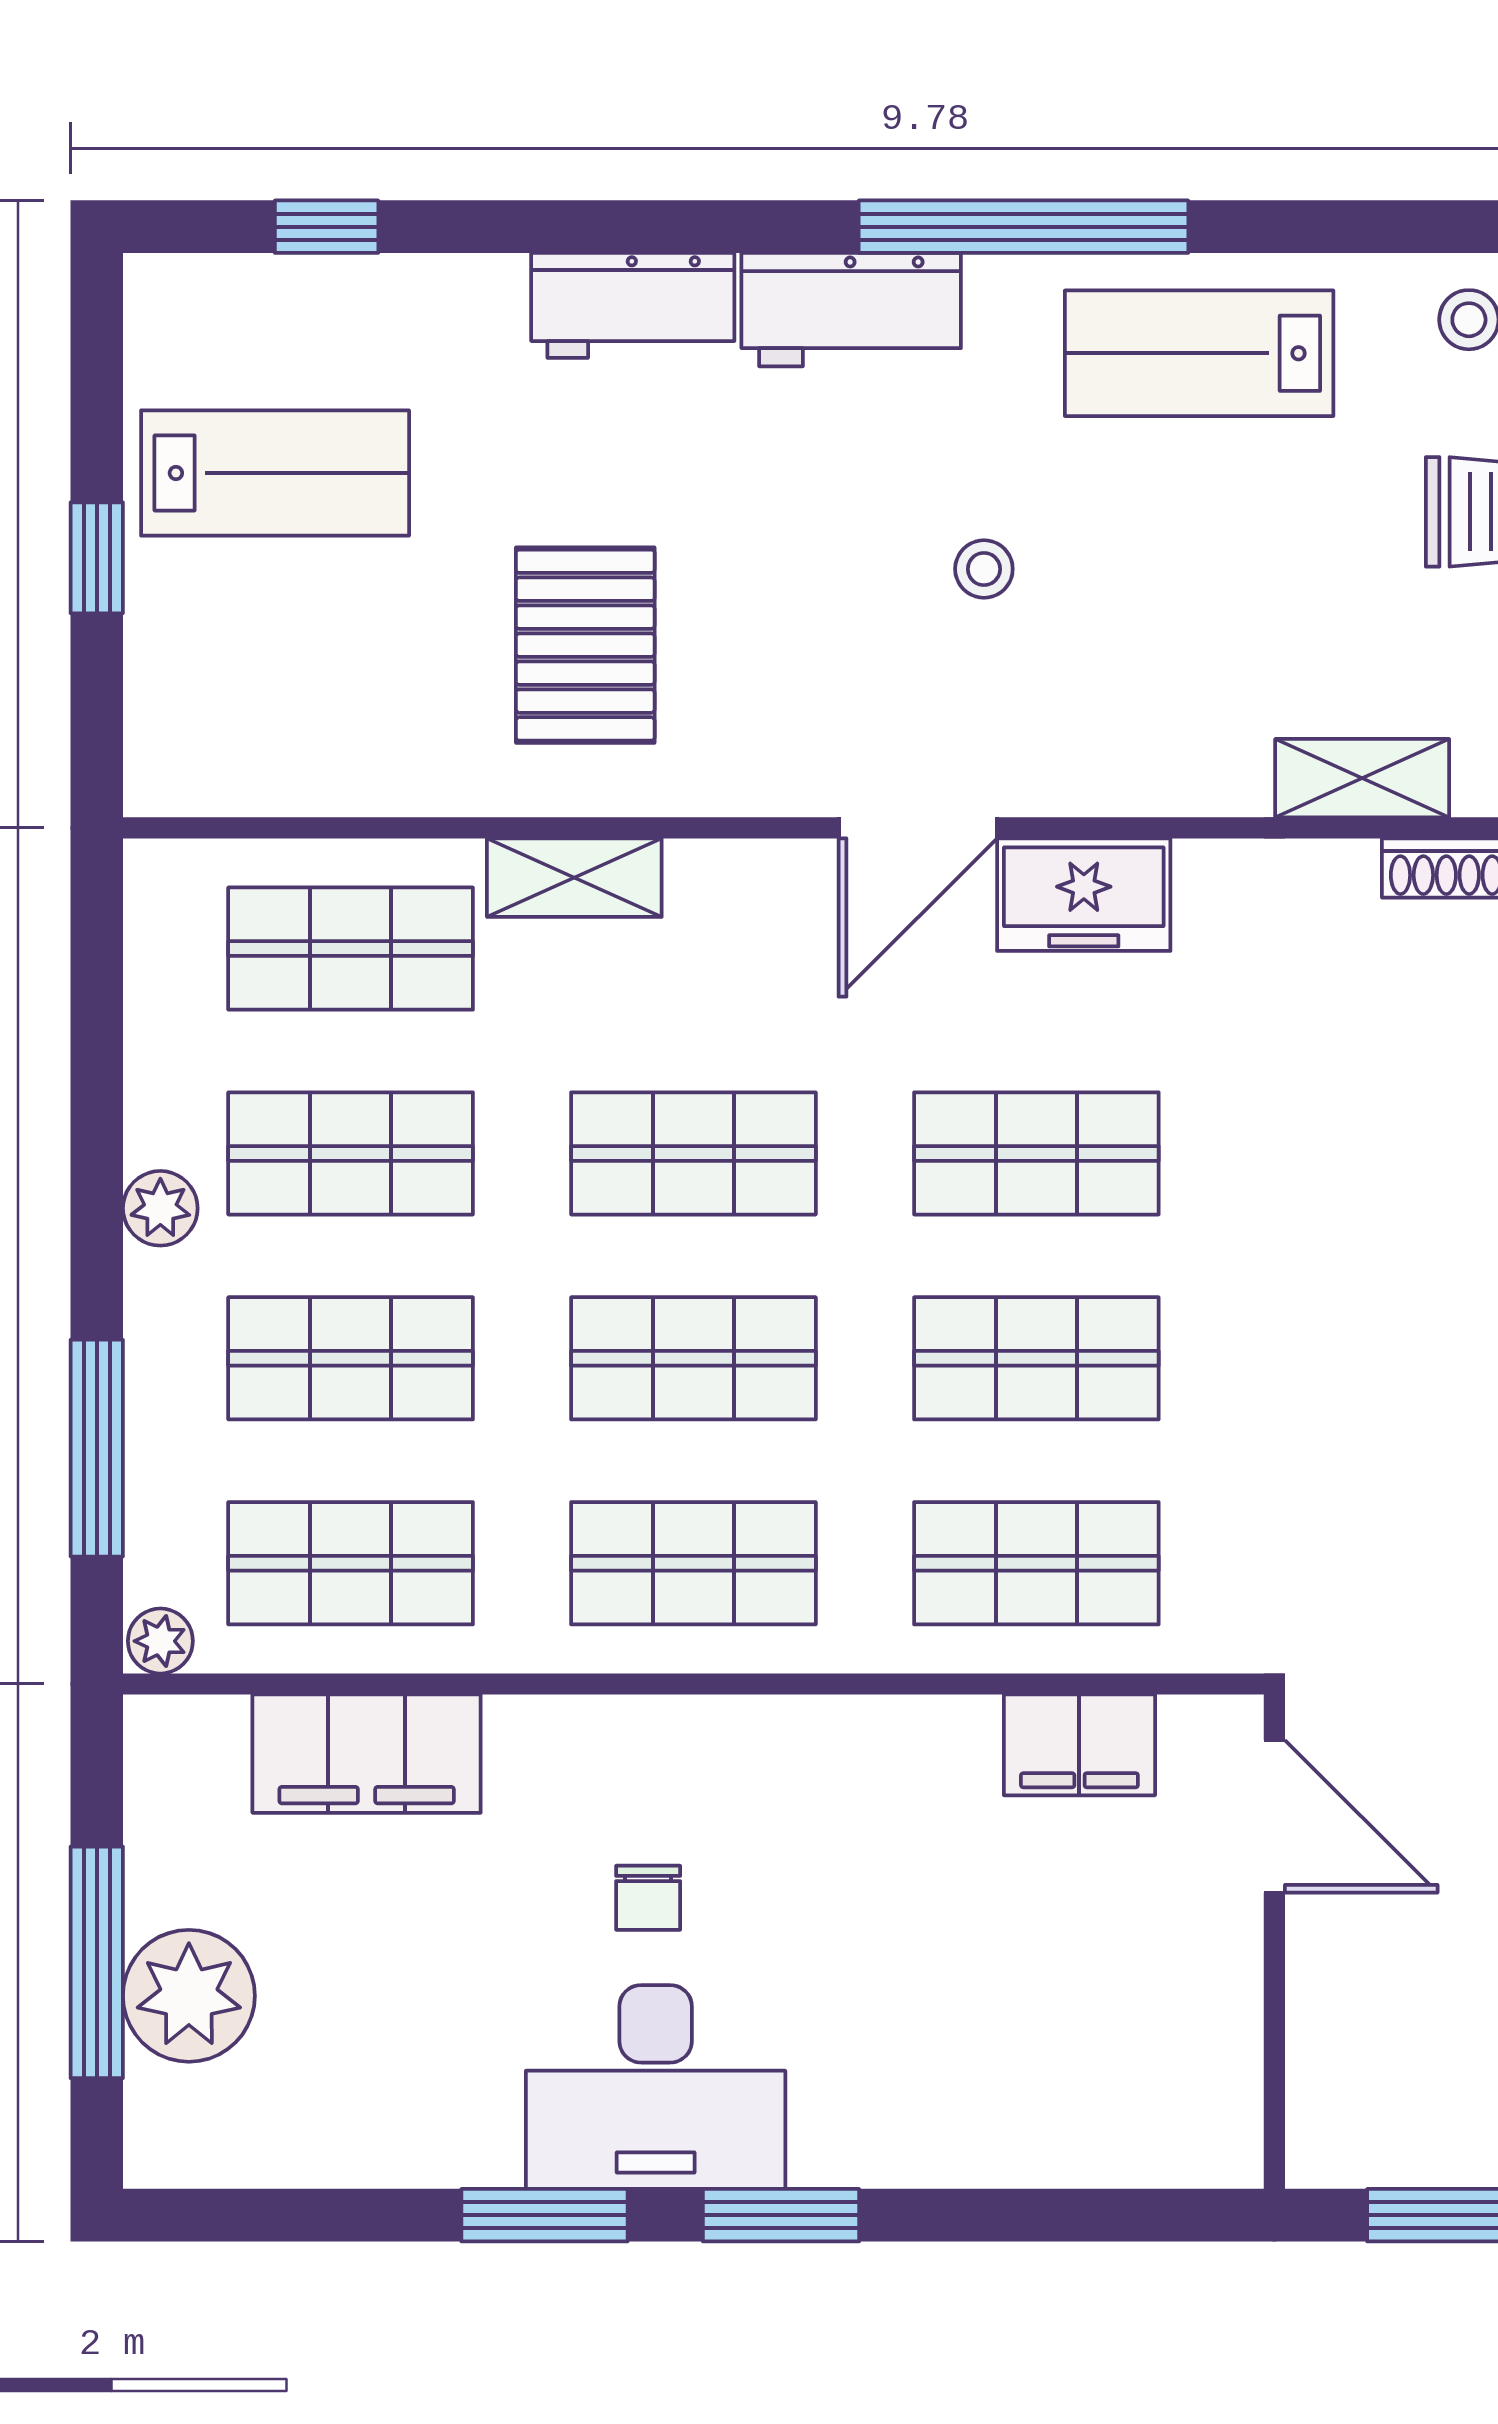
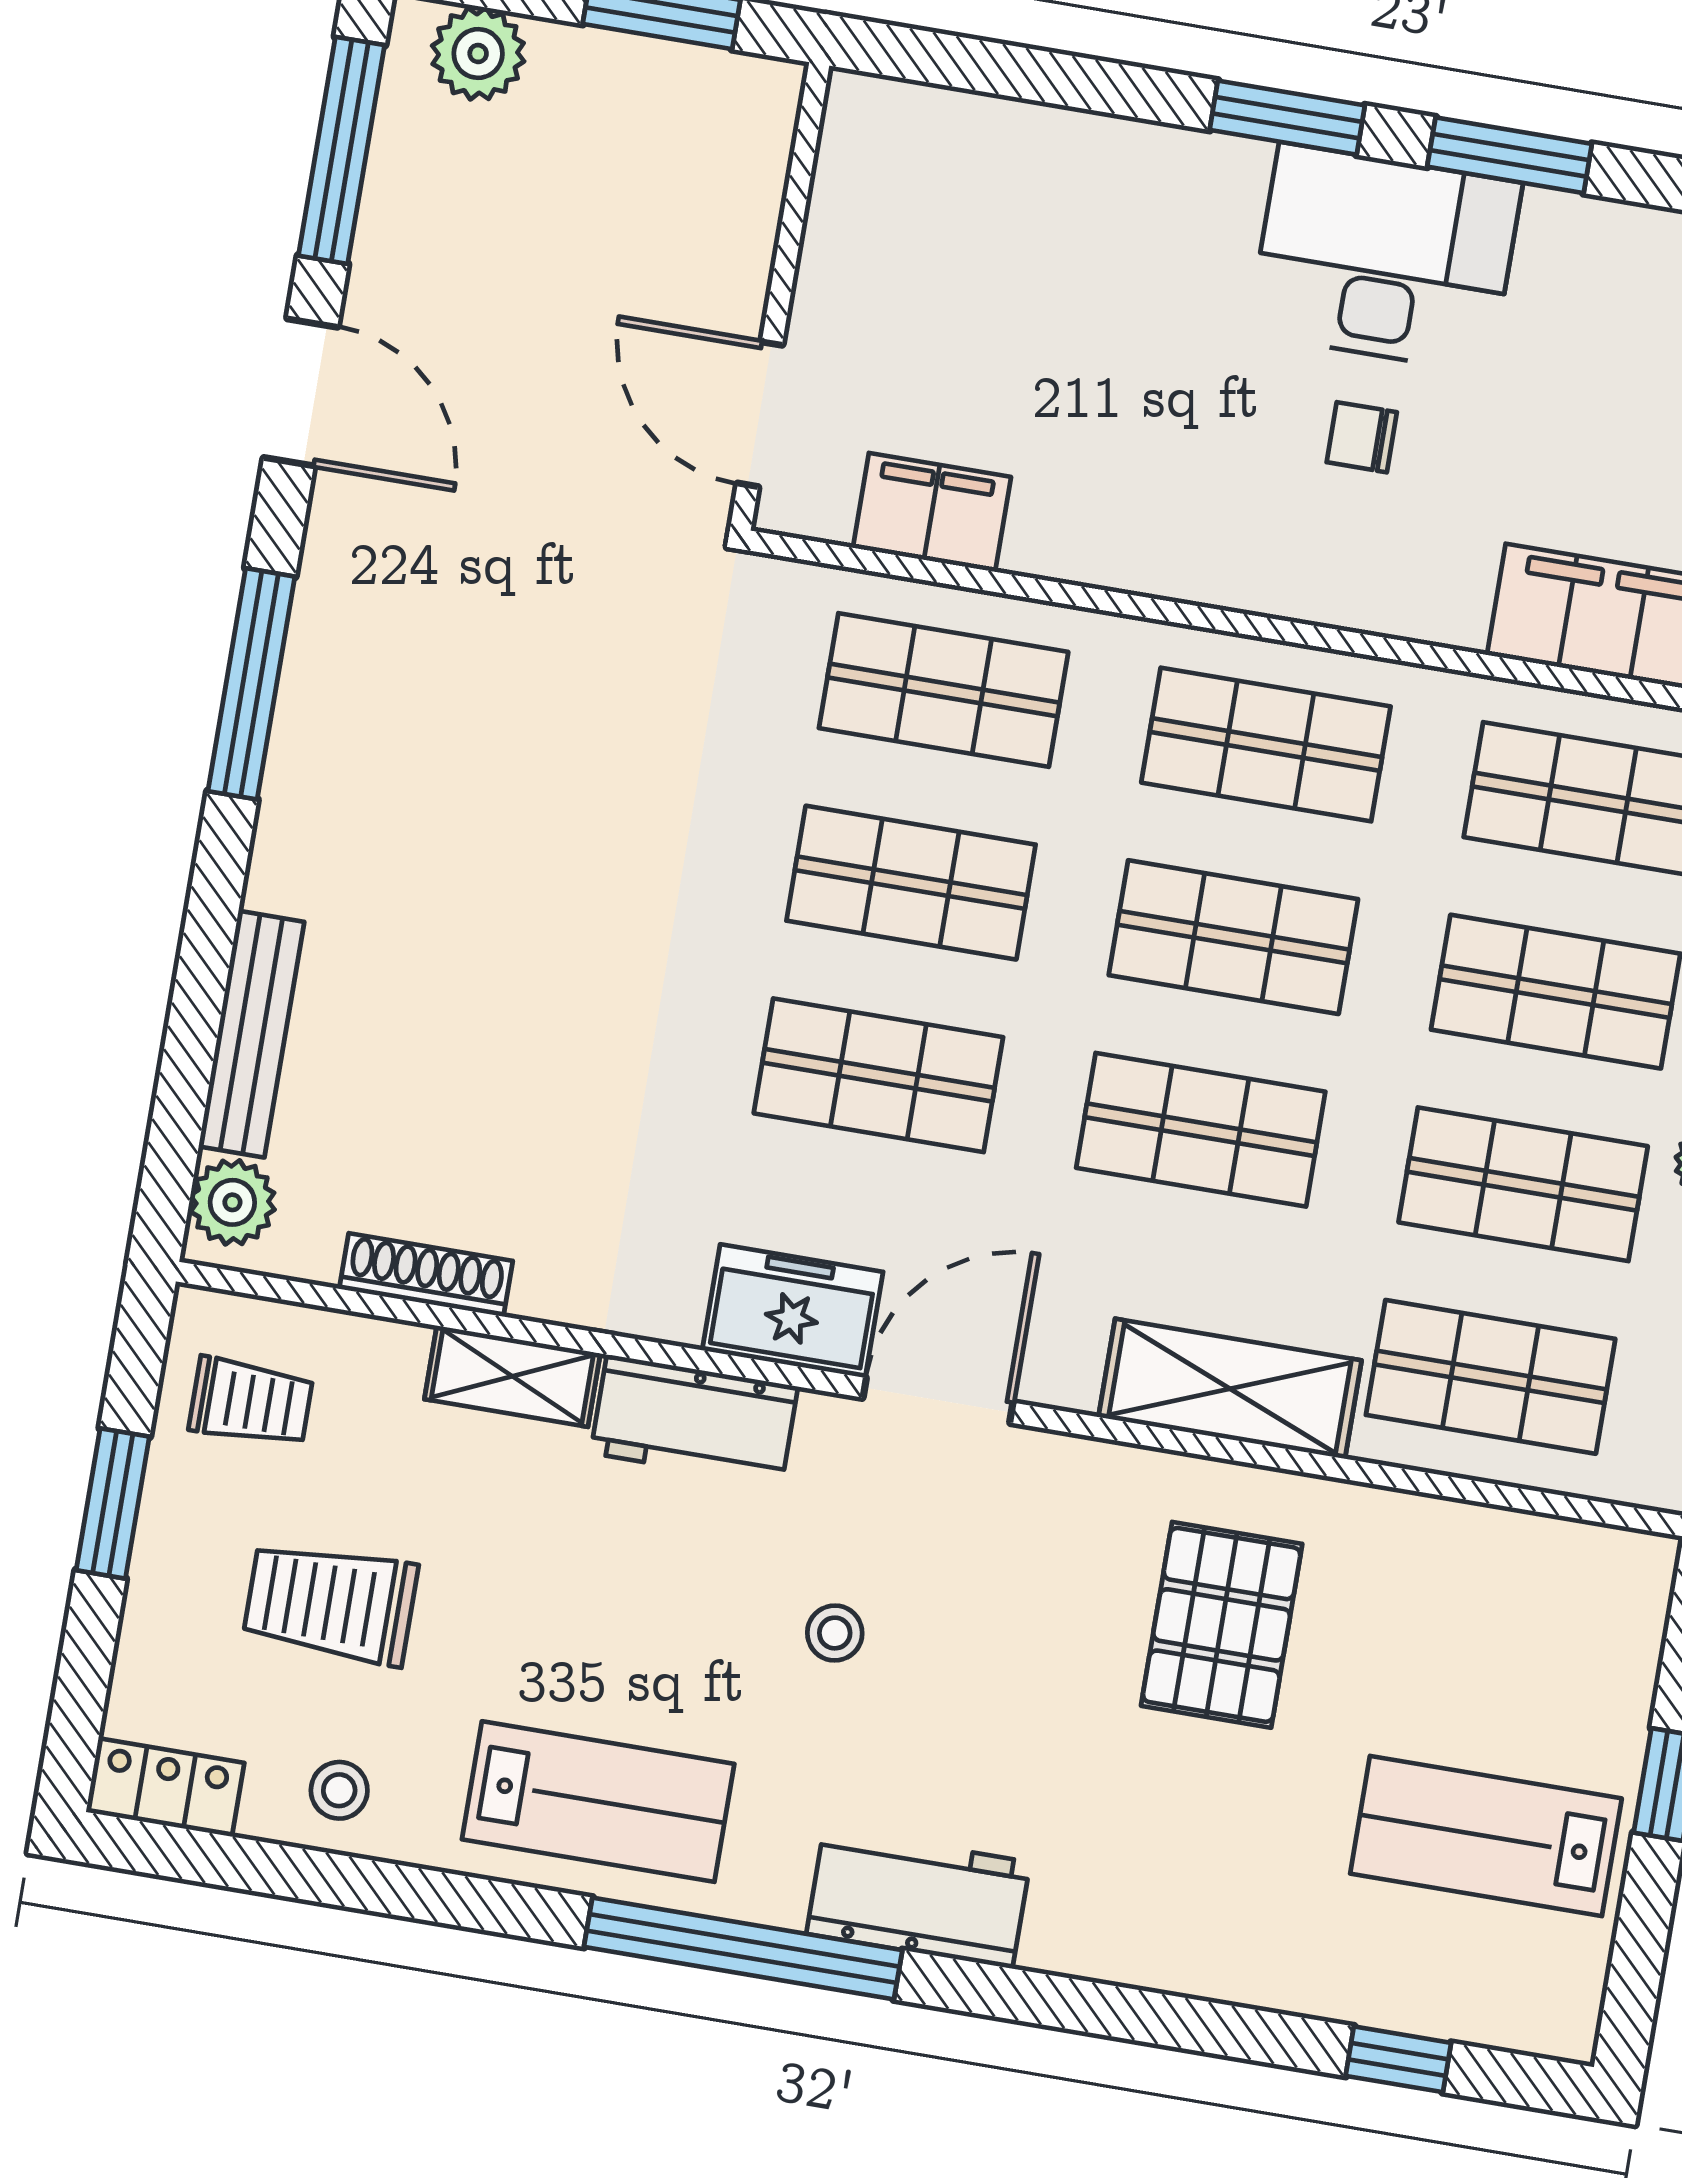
workbench: (633, 305) -> (694, 1420), moved, turned 180
shelving: (574, 878) -> (1230, 1389), width x1.50, depth x1.33
chair: (648, 1898) -> (1362, 437), turned -90

